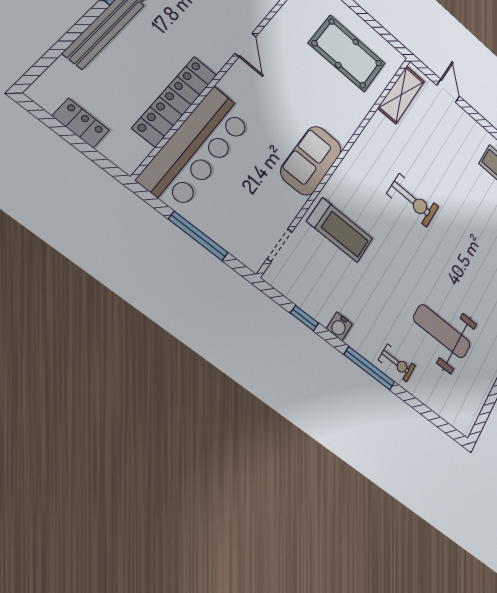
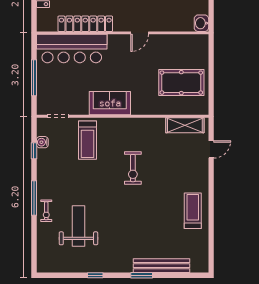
pool table: (347, 53) -> (181, 83), turned 90
water cooler: (339, 326) -> (42, 142), moved

